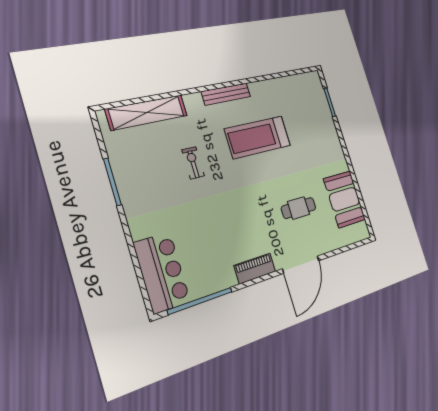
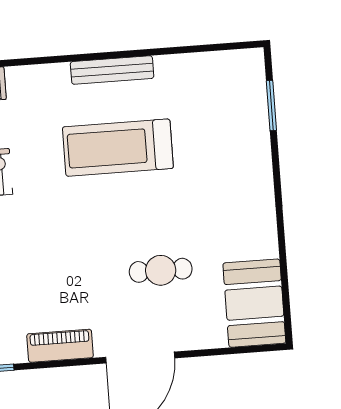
bench: (226, 94) -> (112, 70), moved
booth: (344, 199) -> (254, 303), moved

